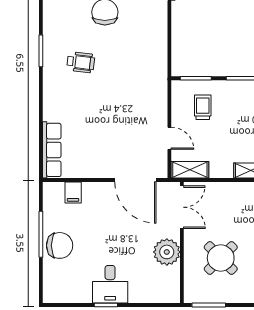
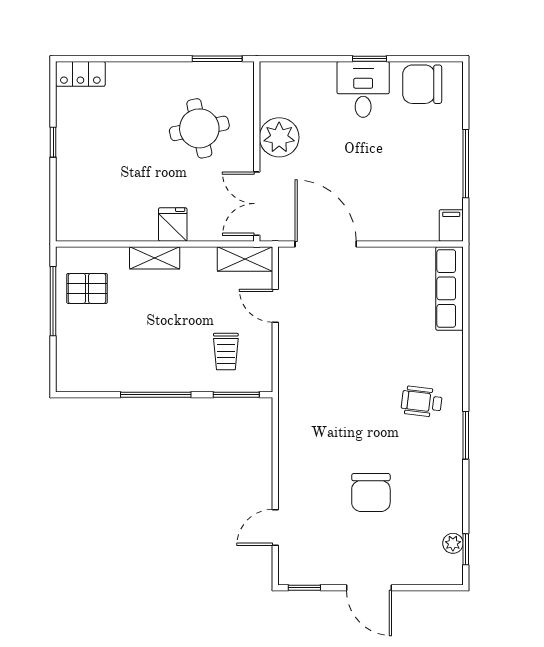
wheelchair: (81, 62) -> (422, 402), moved
filing cabinet: (73, 192) -> (451, 225), moved
fridge: (239, 193) -> (173, 224), added
chair: (60, 245) -> (422, 84), moved
round table: (221, 258) -> (199, 128), turned 33

